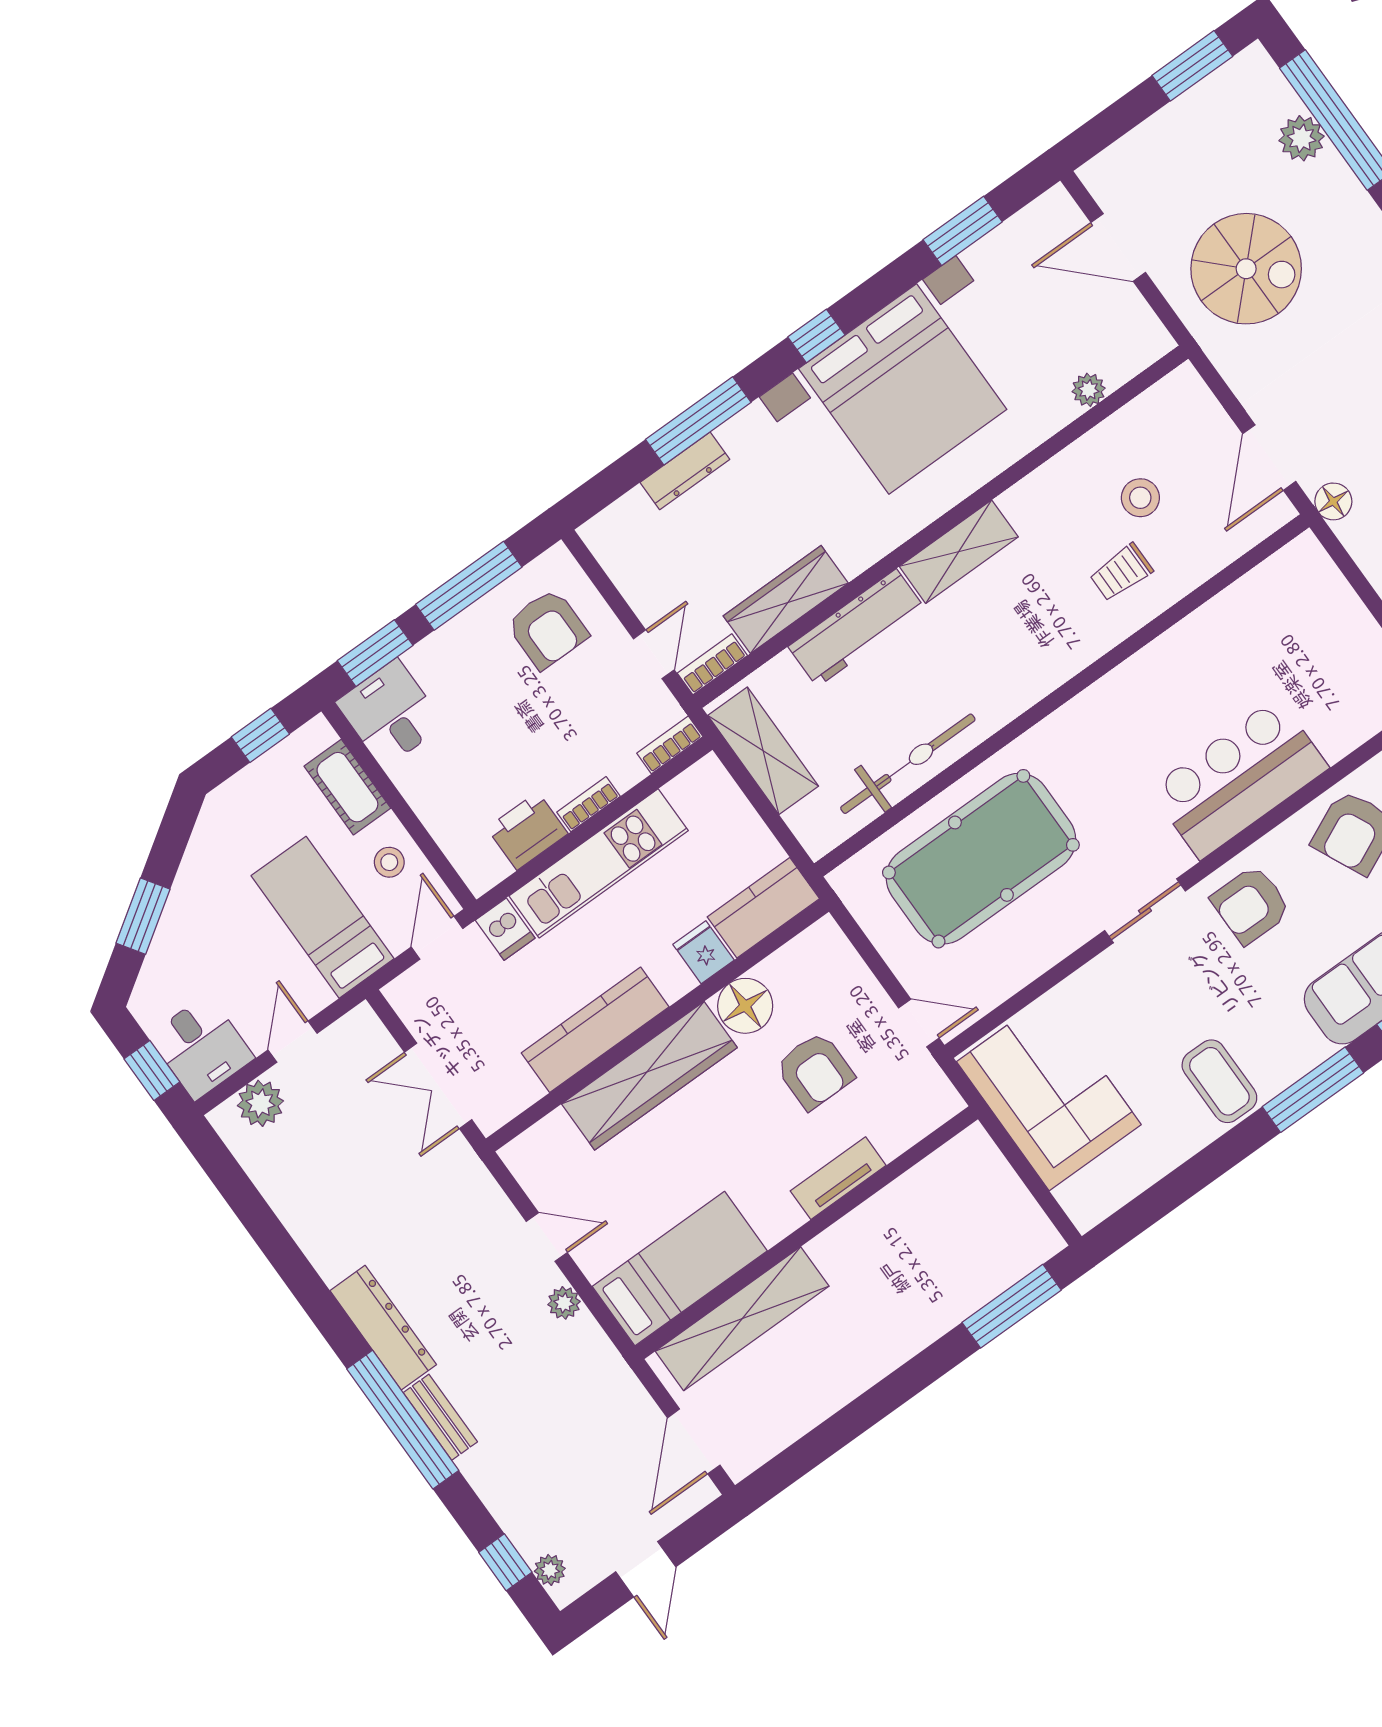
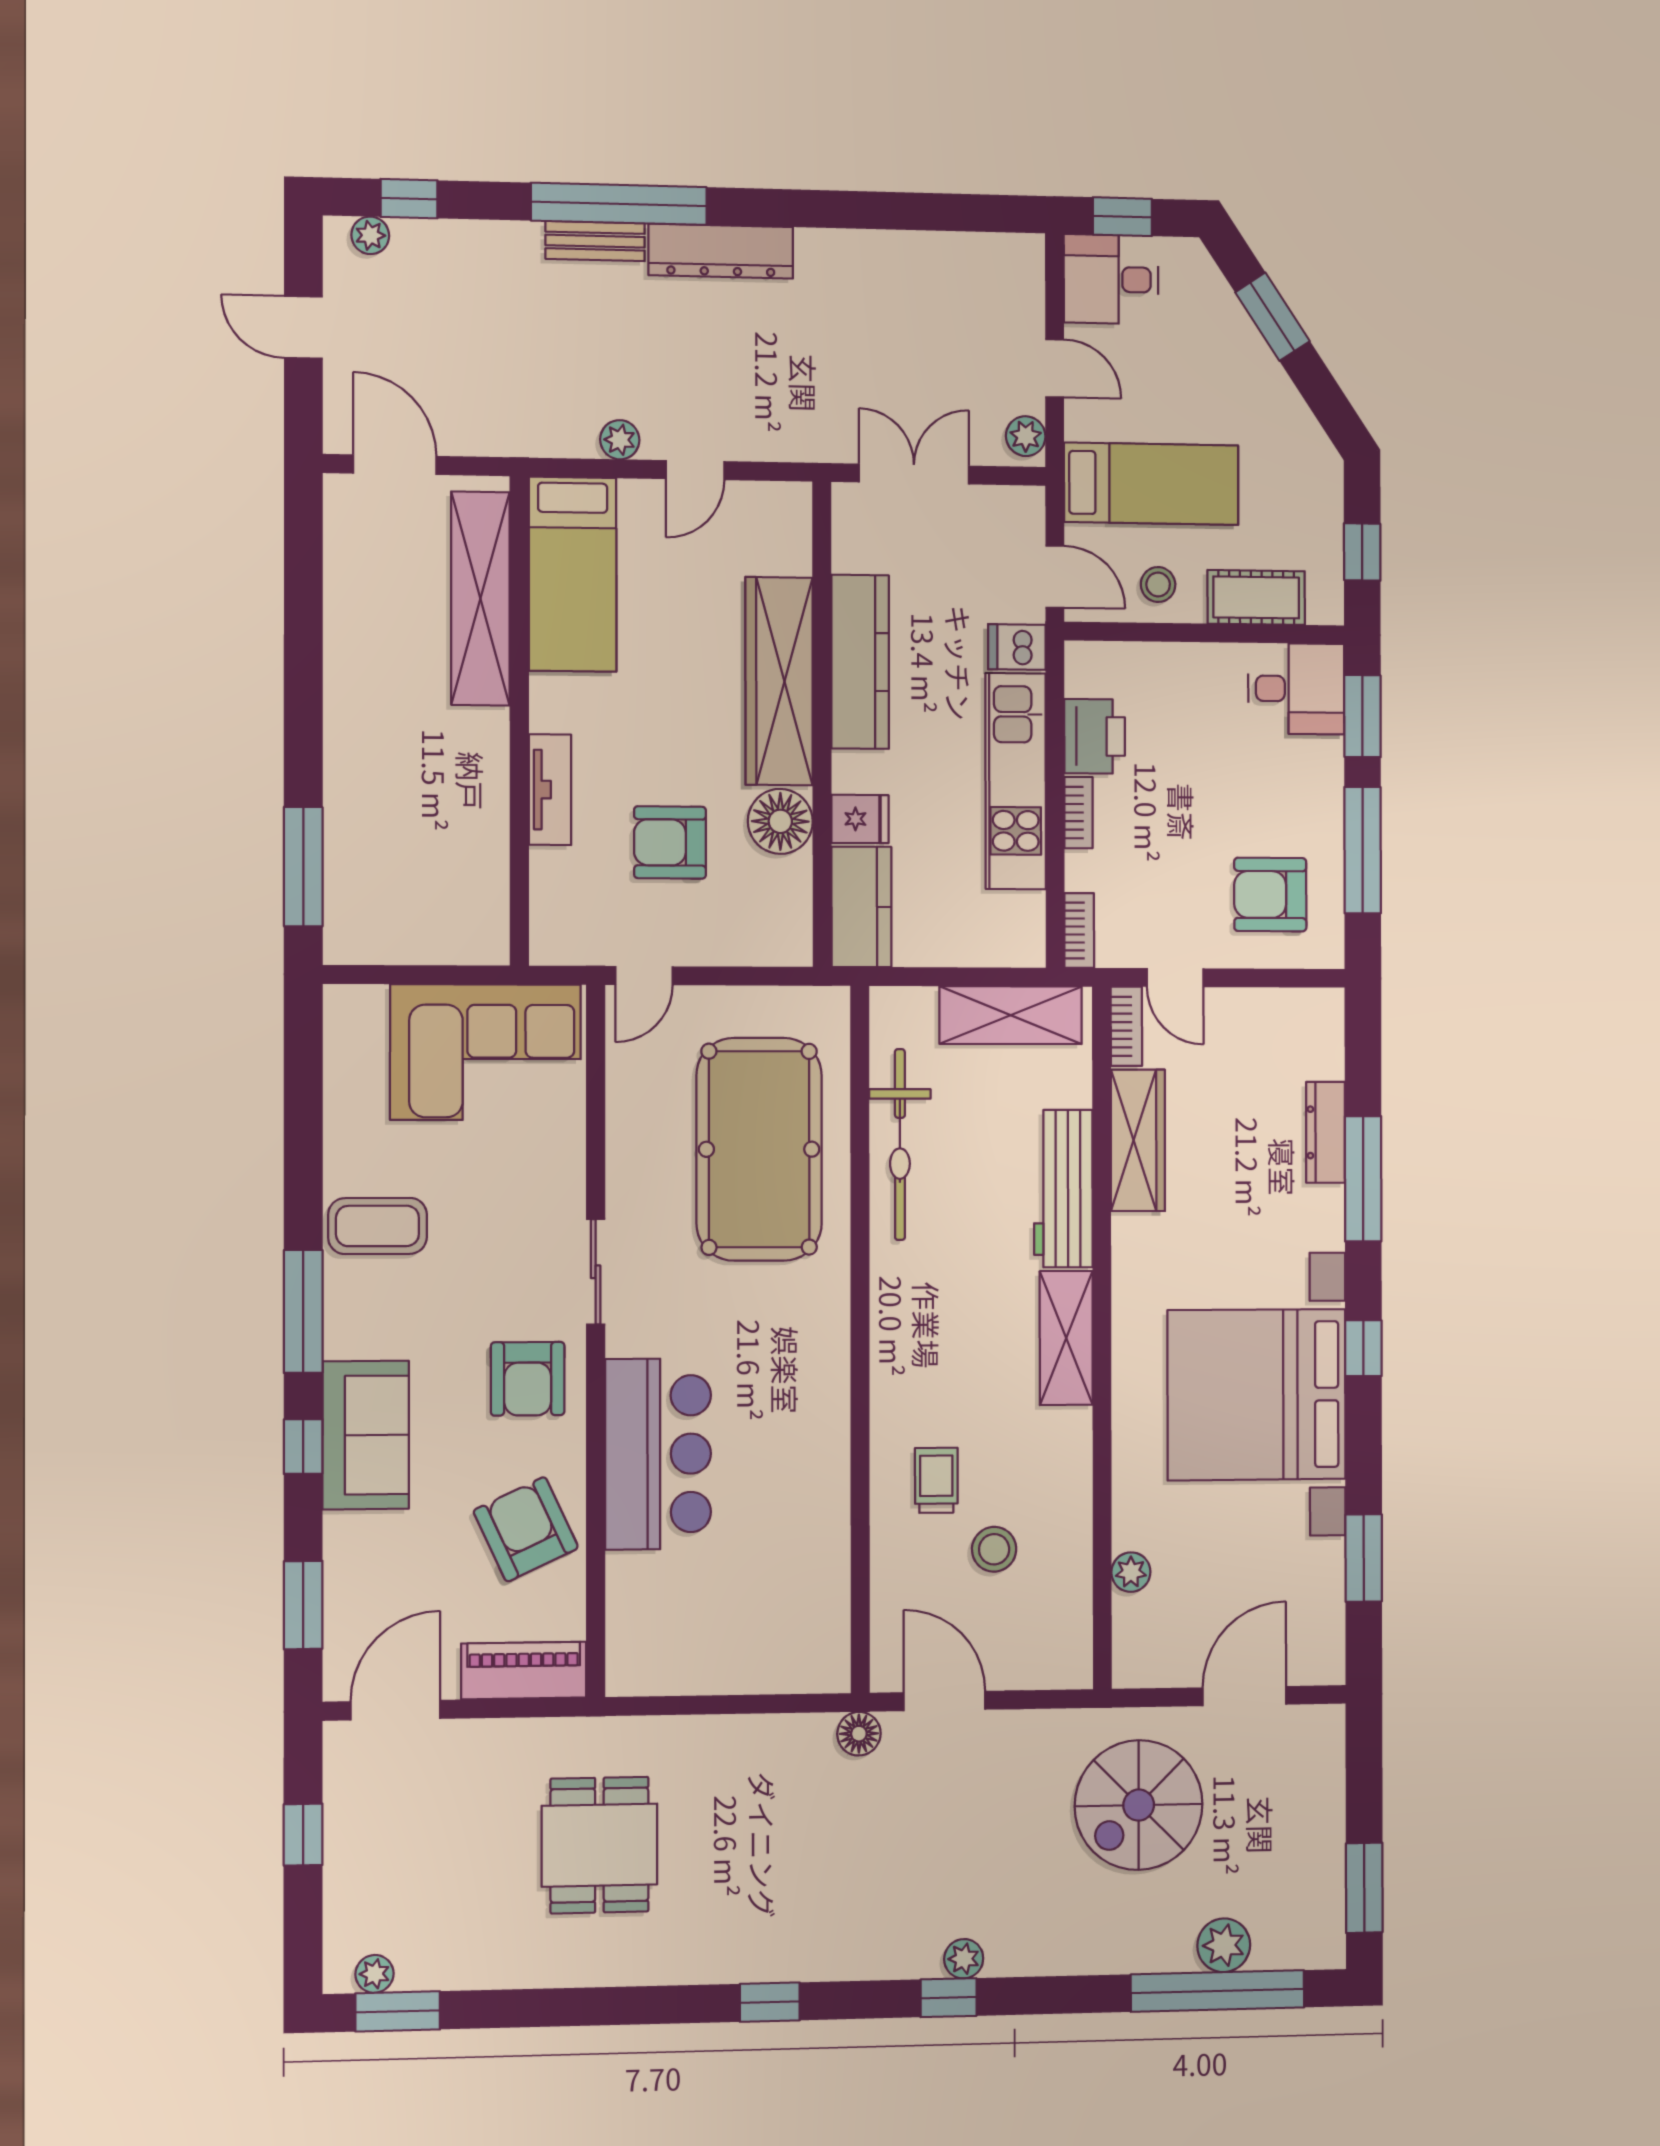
armchair: (1251, 905) -> (528, 1379), turned 180
plant: (260, 1103) -> (1026, 436), moved, width x0.73, depth x0.73

